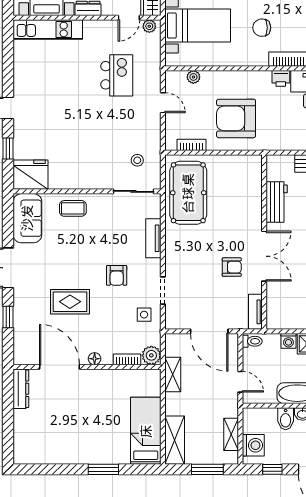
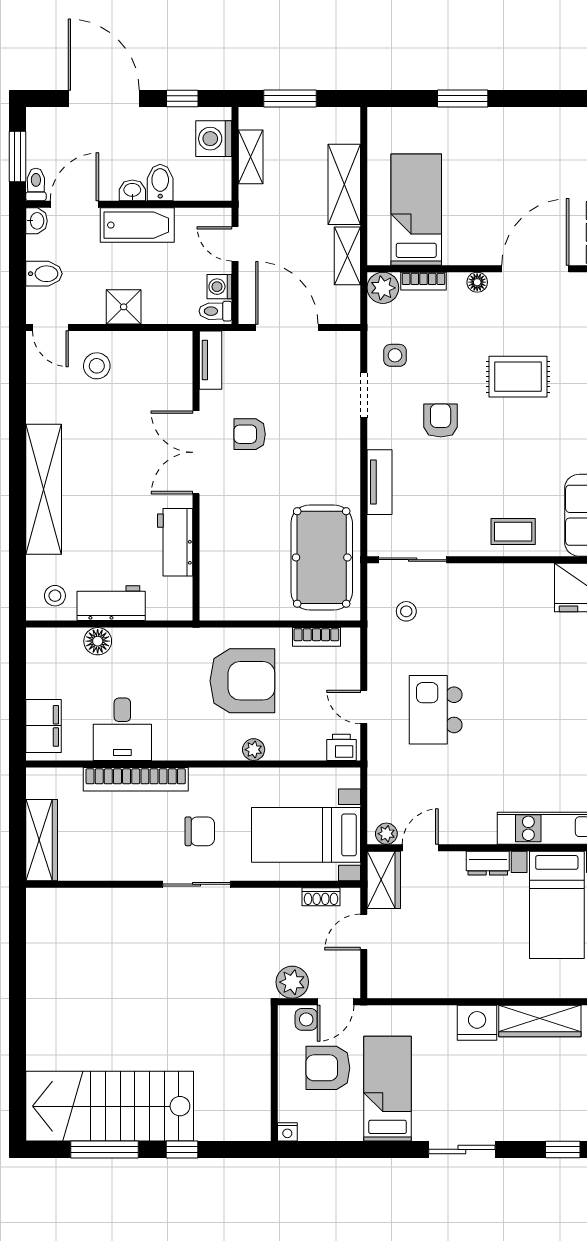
kitchen island: (117, 75) -> (436, 710), moved
plant: (193, 77) -> (254, 750), moved
printer: (281, 78) -> (341, 747), moved
washing machine: (289, 341) -> (219, 287), moved, turned -90
door: (59, 367) -> (535, 269), swing flipped
bed: (146, 431) -> (416, 210), moved, turned 180
shelving: (175, 440) -> (344, 184), moved

